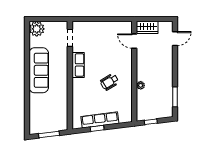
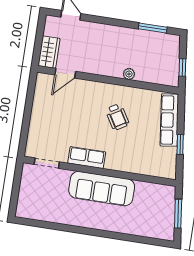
plant: (37, 29) -> (27, 208), removed
sofa: (39, 70) -> (102, 189), moved, turned 180
row of seats: (100, 120) -> (169, 120), moved

